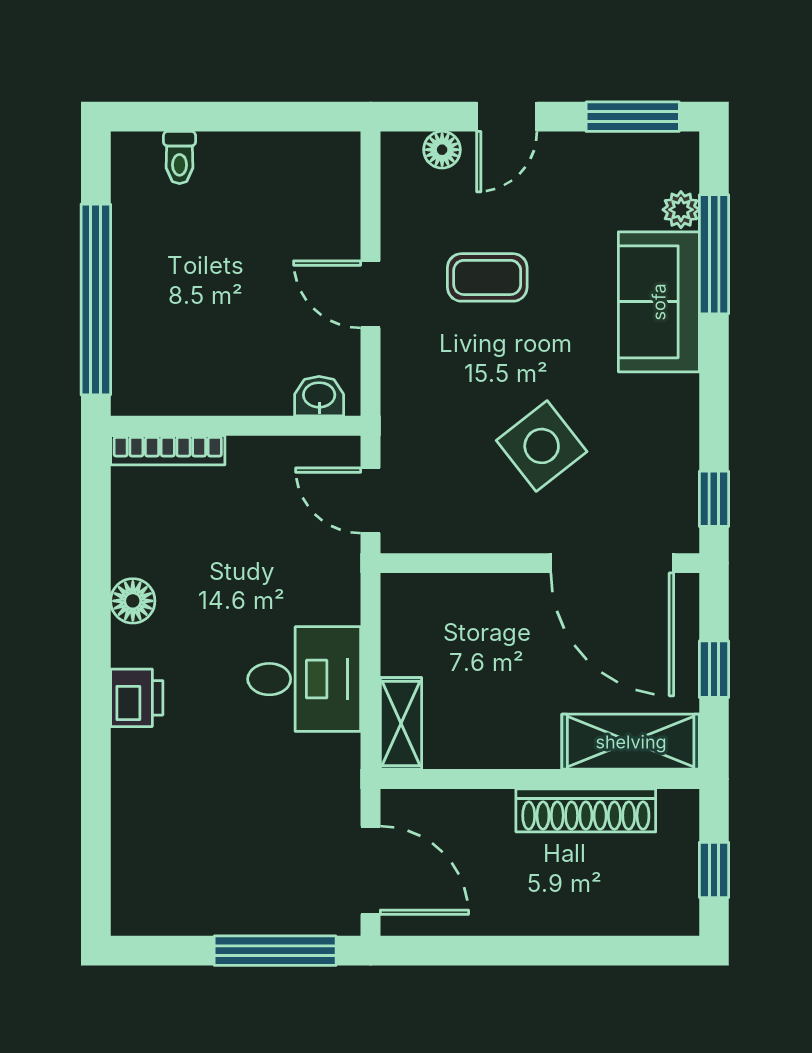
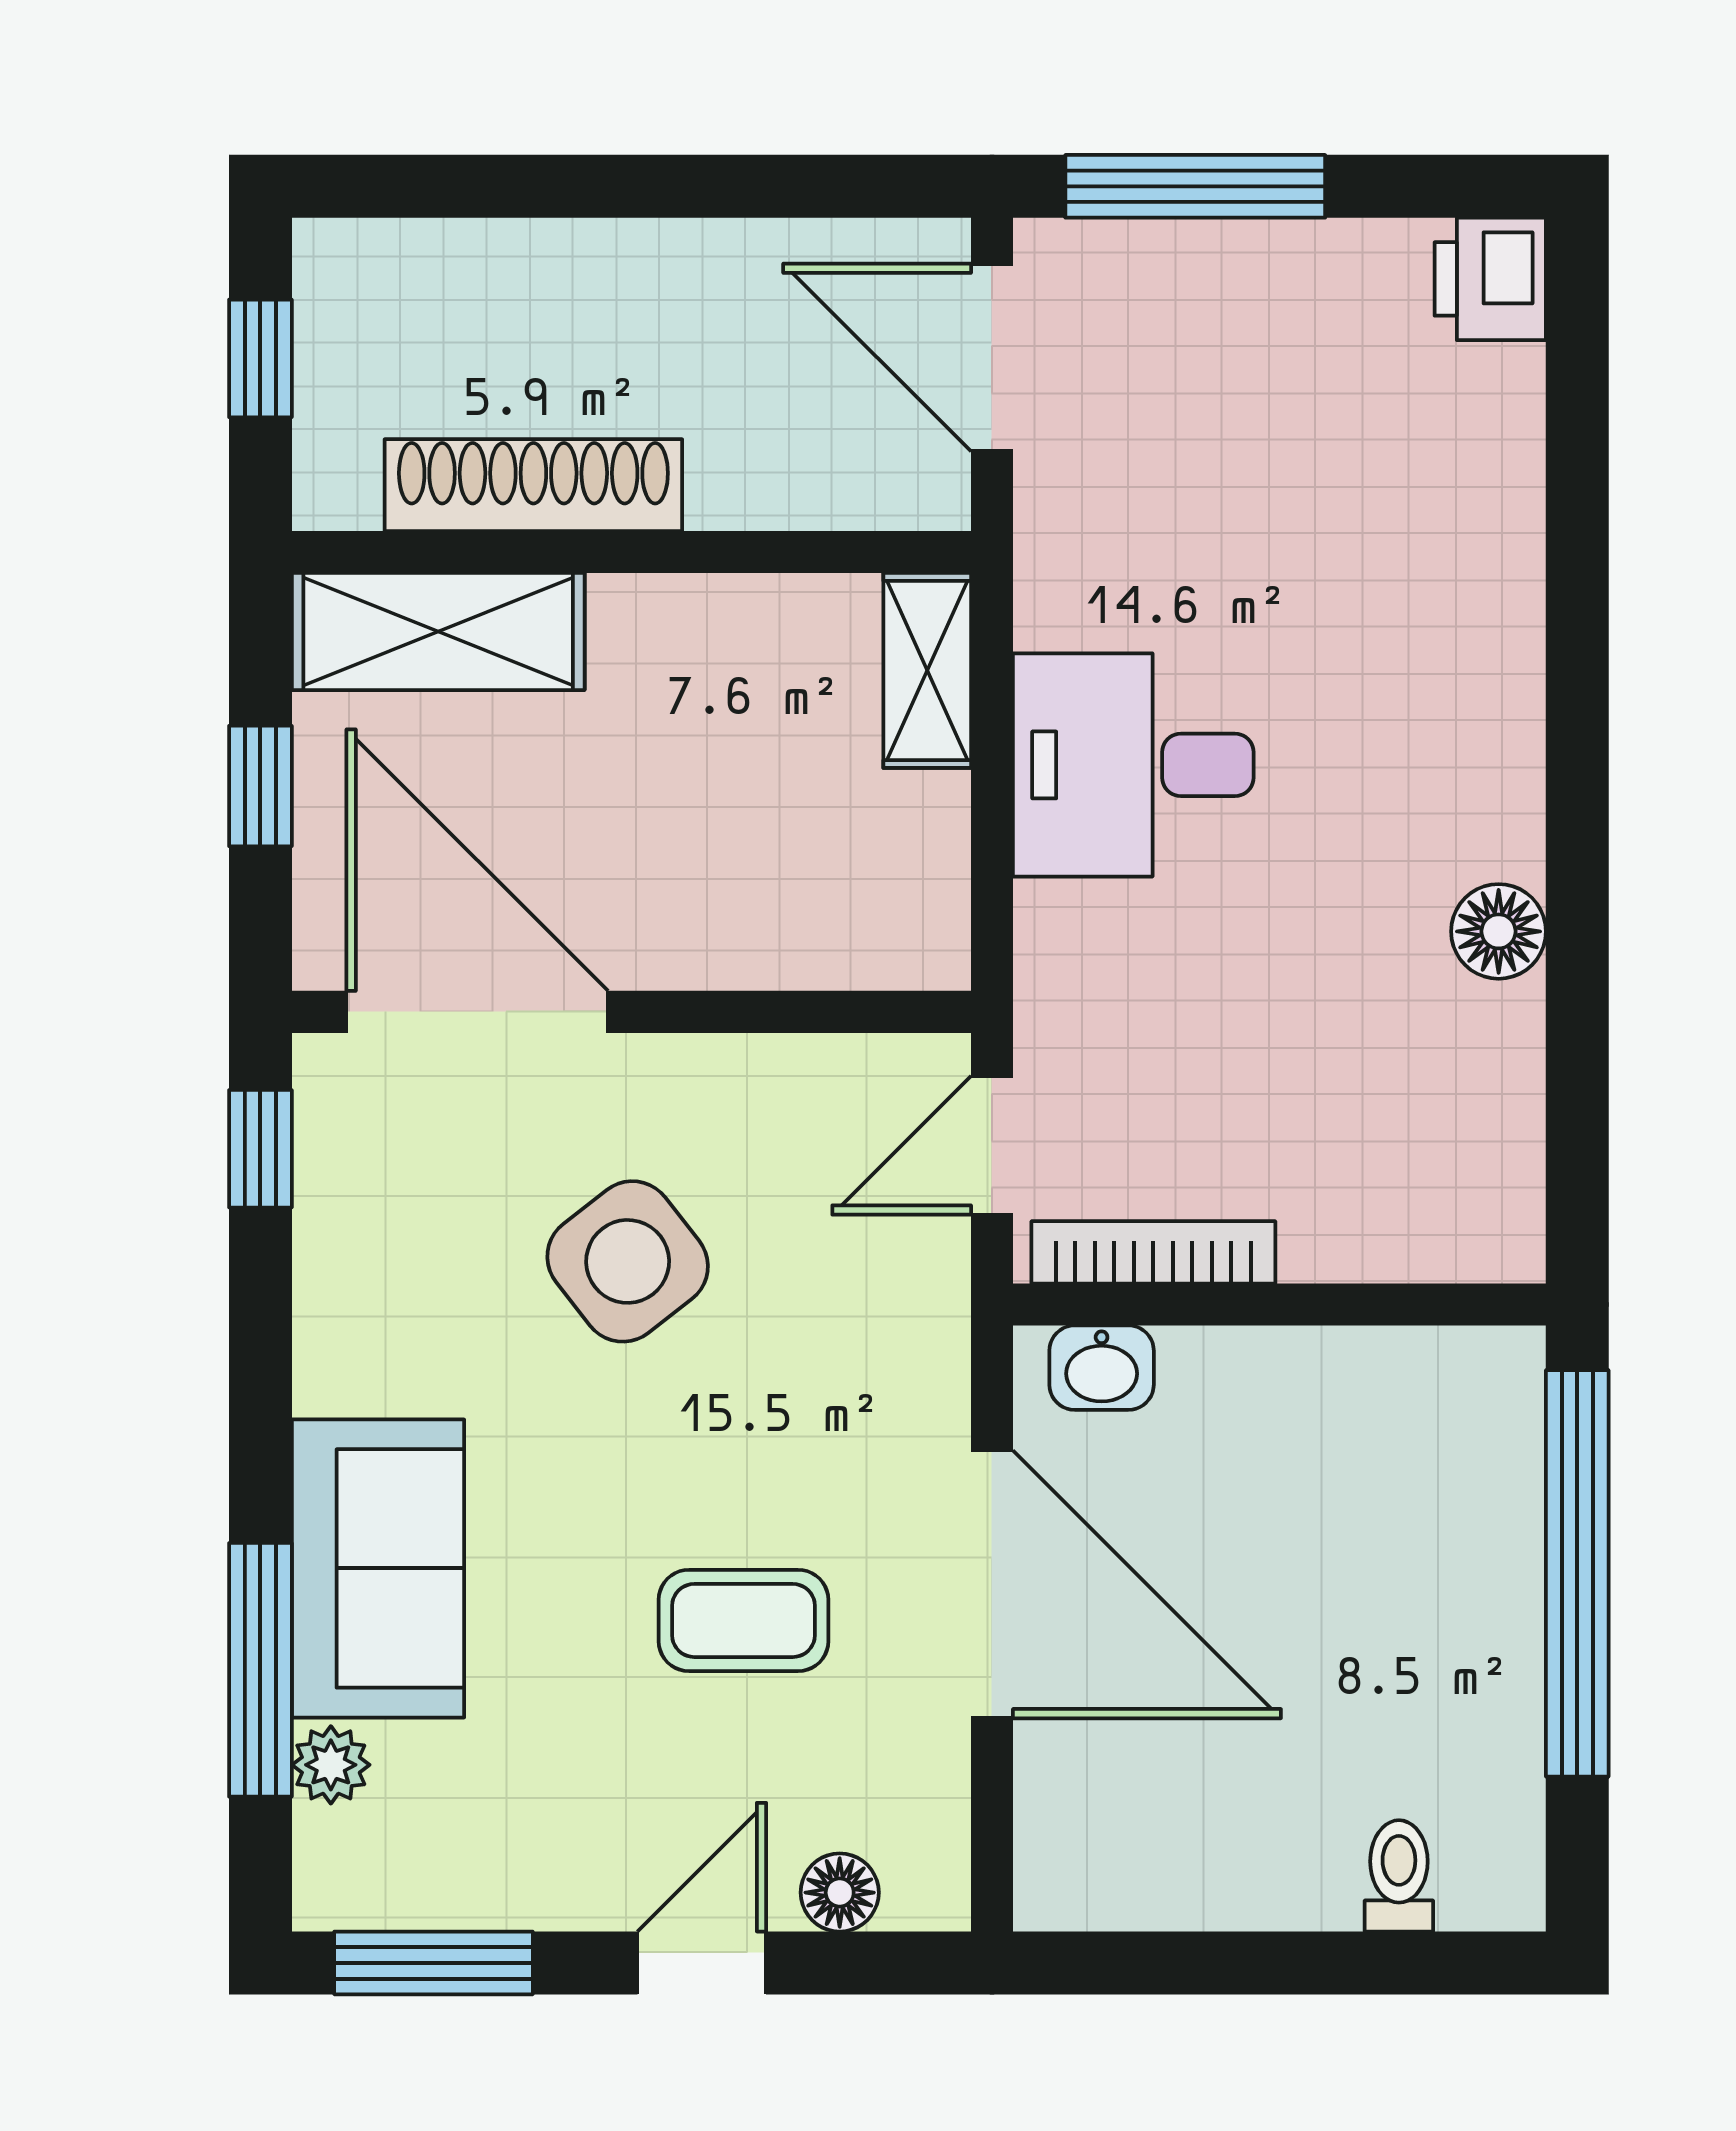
door: (371, 294) -> (992, 1584), width x1.88
bookcase: (168, 450) -> (1153, 1252), moved
door: (371, 501) -> (992, 1145), swing flipped
printer: (137, 698) -> (1490, 279), moved

